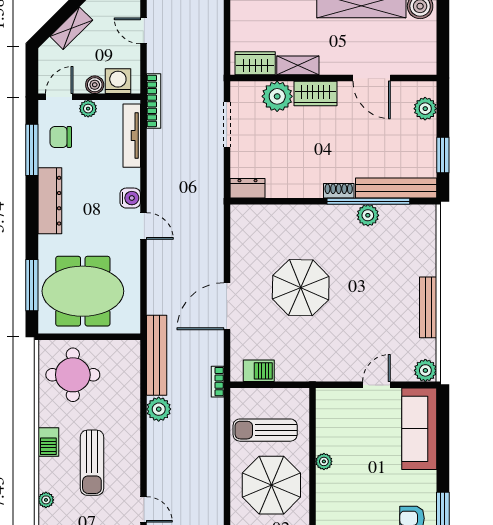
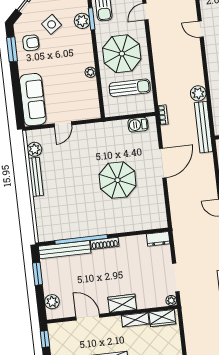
window: (443, 51) -> (45, 339), added
plant: (277, 96) -> (171, 300), moved, width x0.53, depth x0.53
shoe rack: (339, 191) -> (105, 243), width x1.43
plant: (368, 215) -> (80, 230), removed
plant: (425, 370) -> (35, 149), moved

